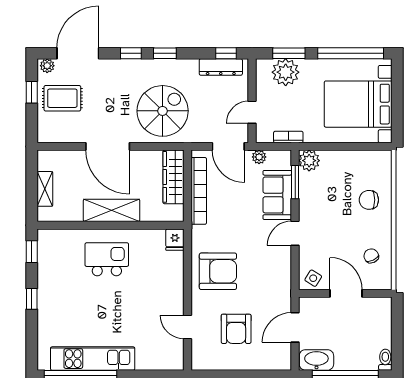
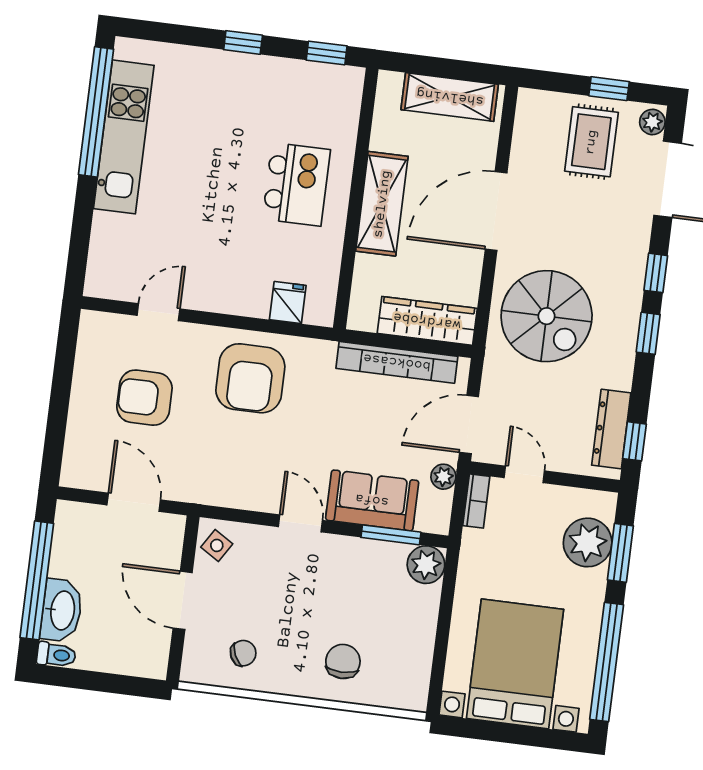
bookcase: (288, 137) -> (476, 501), moved
shelving: (45, 189) -> (450, 97), width x1.50, depth x1.33
fridge: (175, 240) -> (288, 303), moved, turned 90
door: (346, 293) -> (183, 600), swing flipped
washbasin: (316, 360) -> (62, 610), moved

